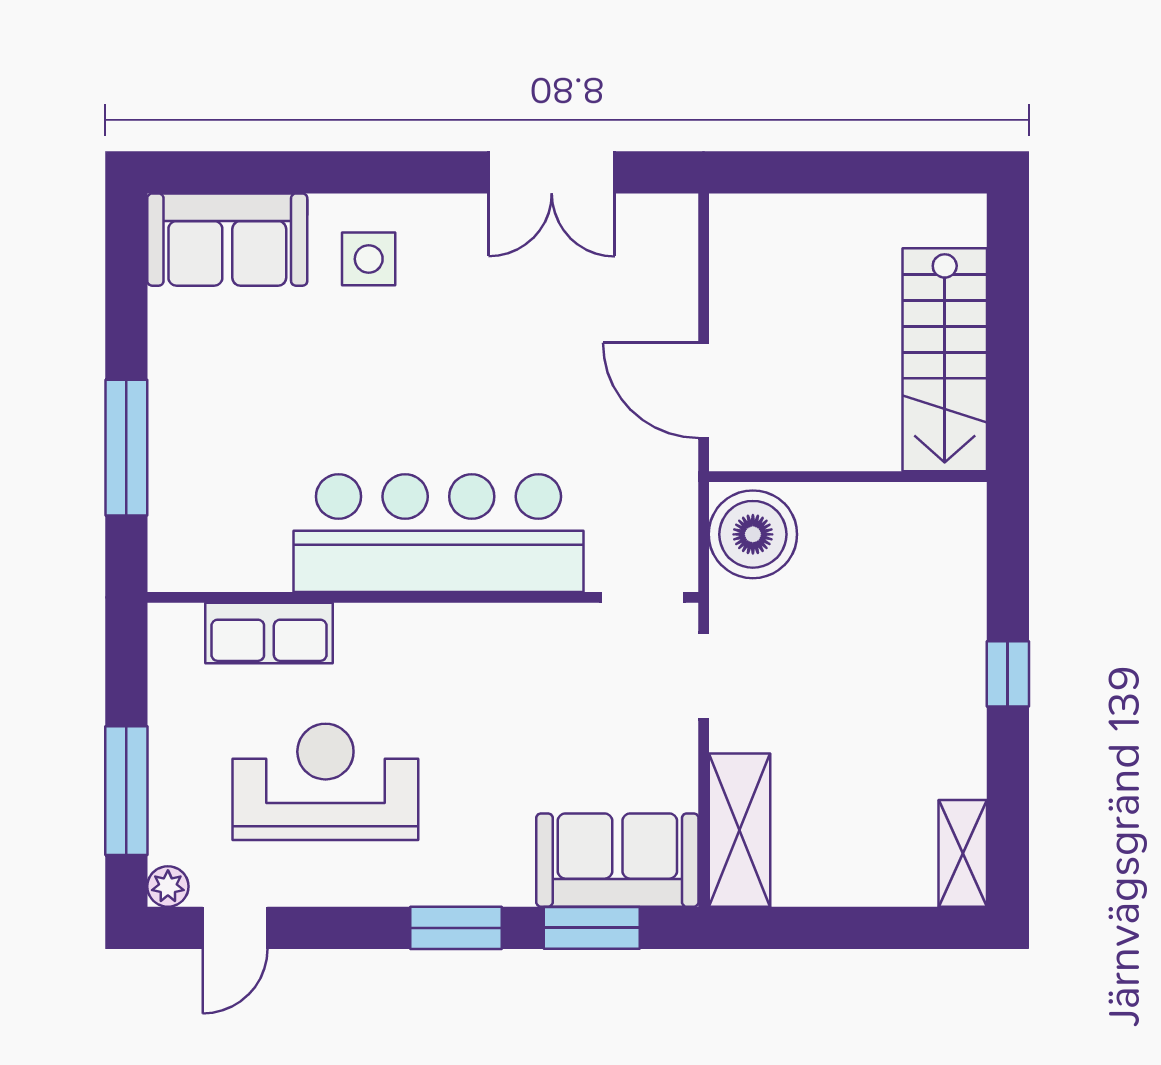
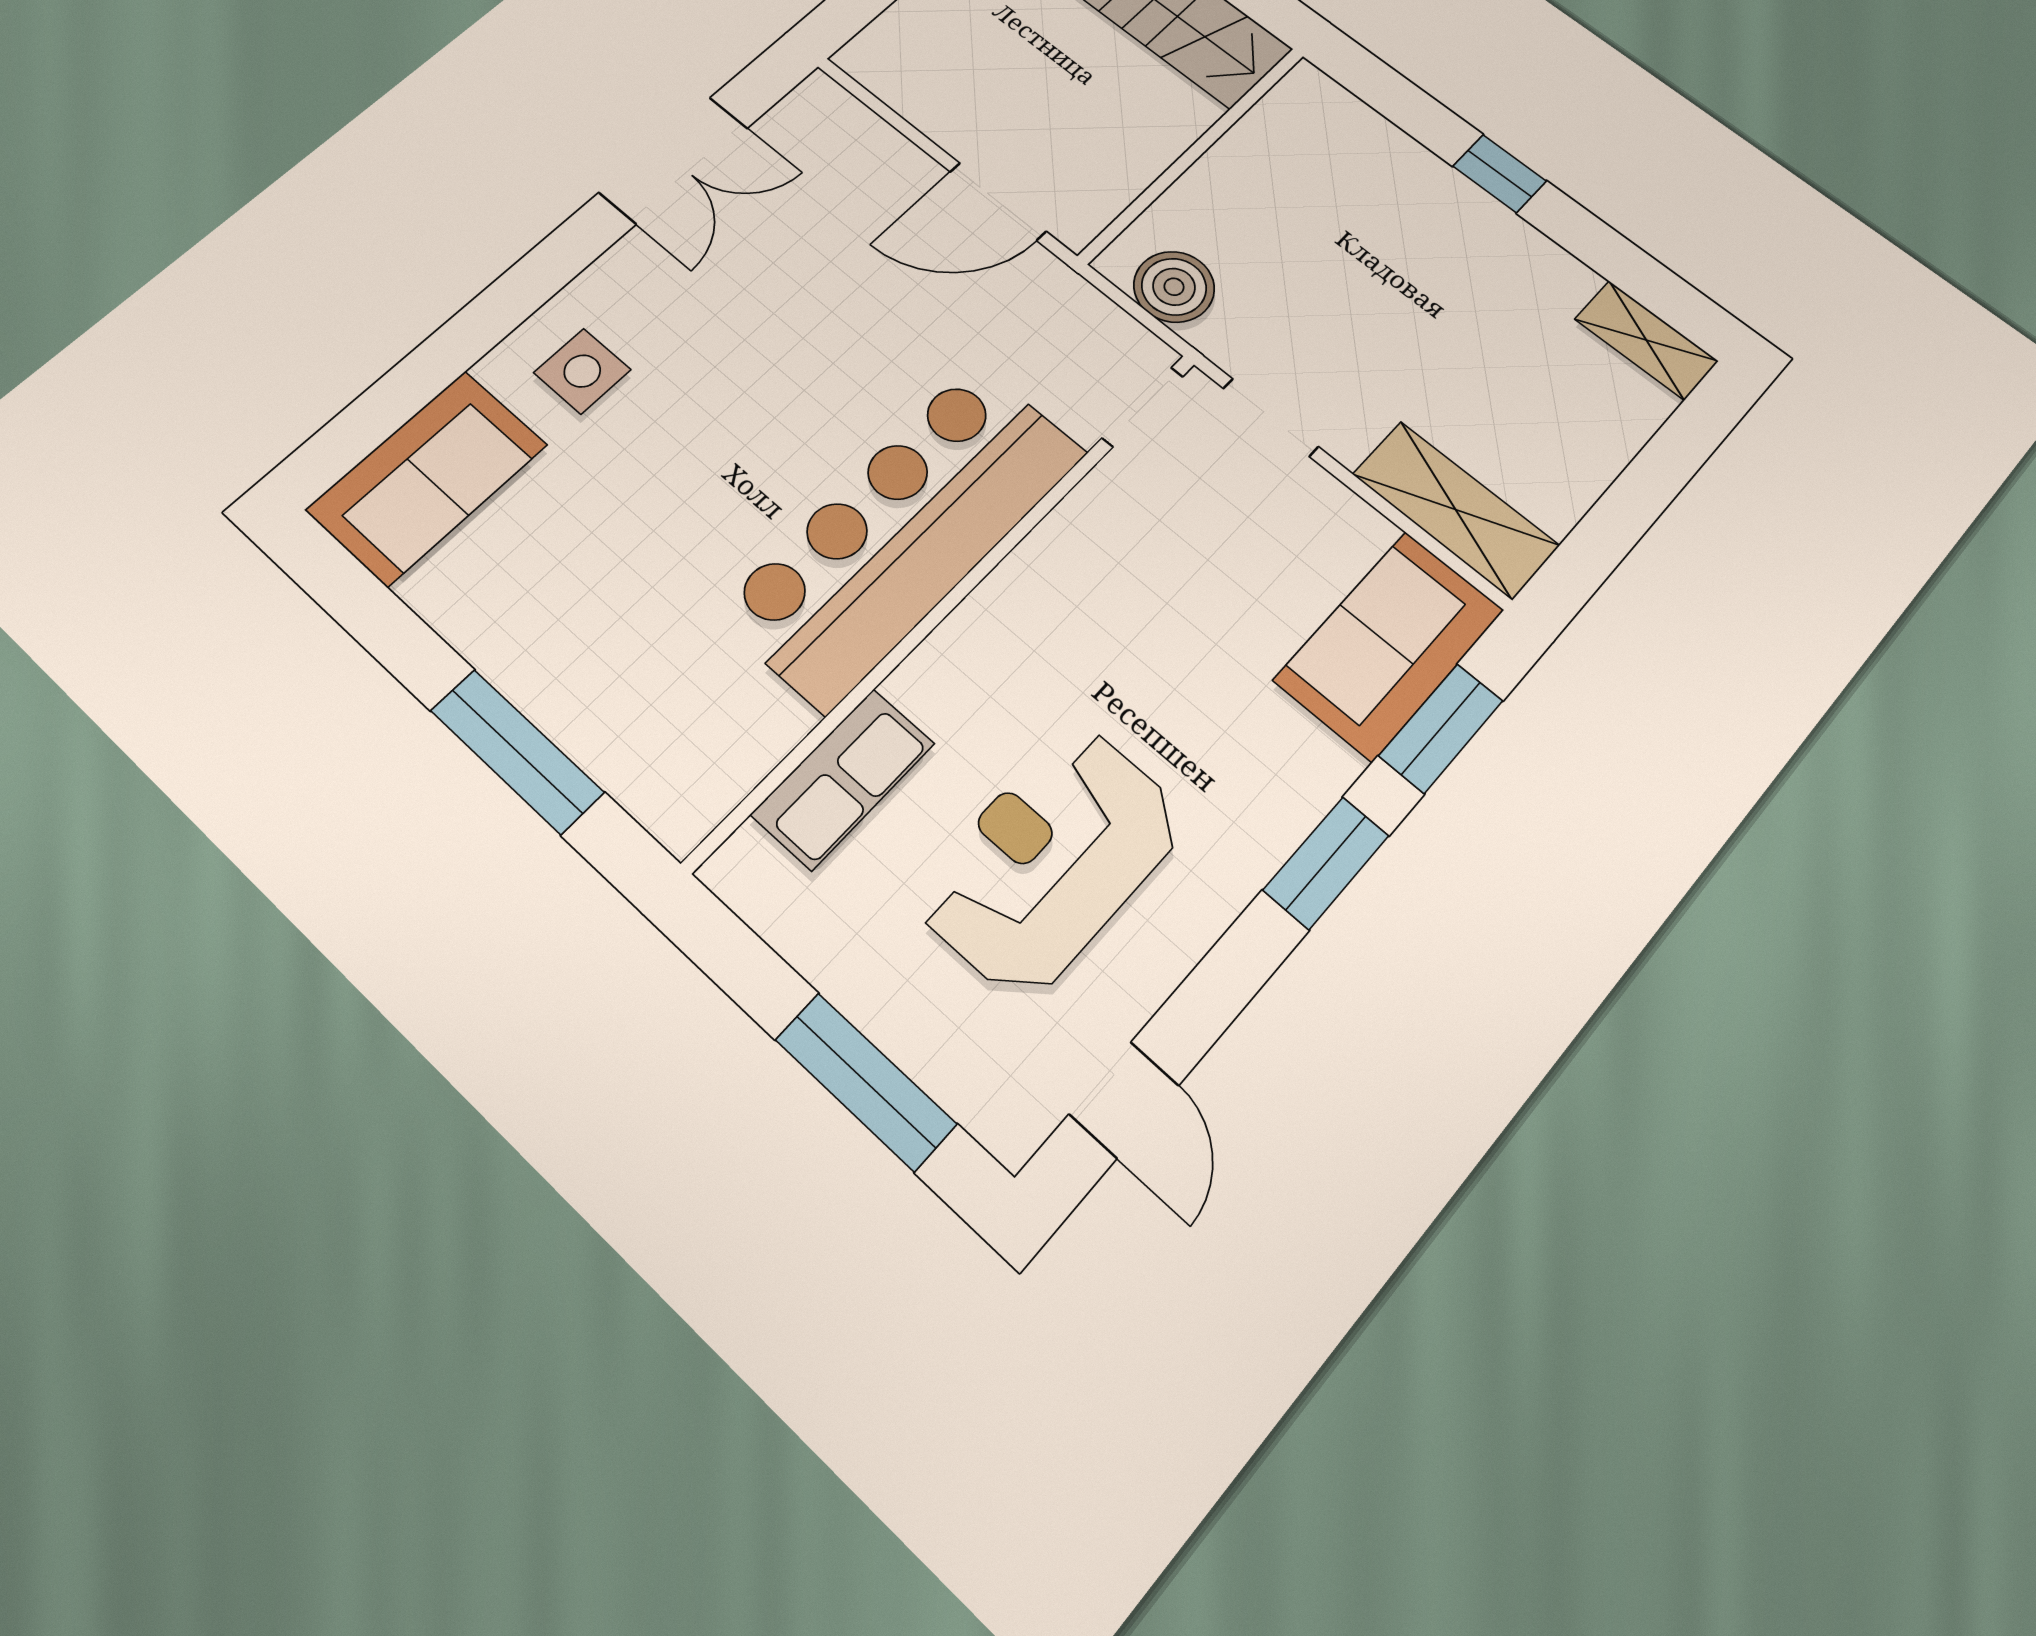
boiler: (753, 534) -> (1174, 287), width x0.73, depth x0.73
plant: (168, 886) -> (1012, 1133), removed

